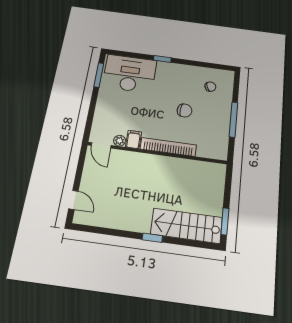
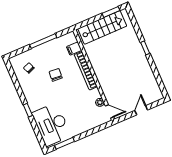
filing cabinet: (134, 139) -> (74, 49), moved
door: (101, 145) -> (109, 111), hinge flipped
door: (73, 200) -> (141, 110), moved
stairs: (187, 226) -> (102, 27), moved, turned -90

